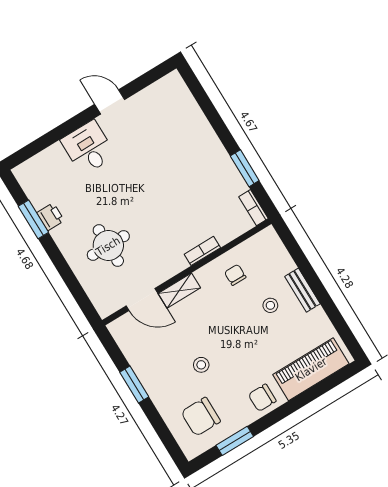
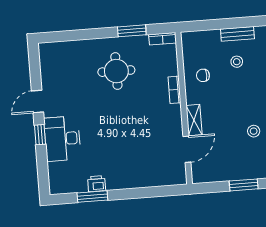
window: (73, 124) -> (40, 135), added
desk: (88, 148) -> (62, 139), width x1.37
round table: (108, 246) -> (116, 71), moved

